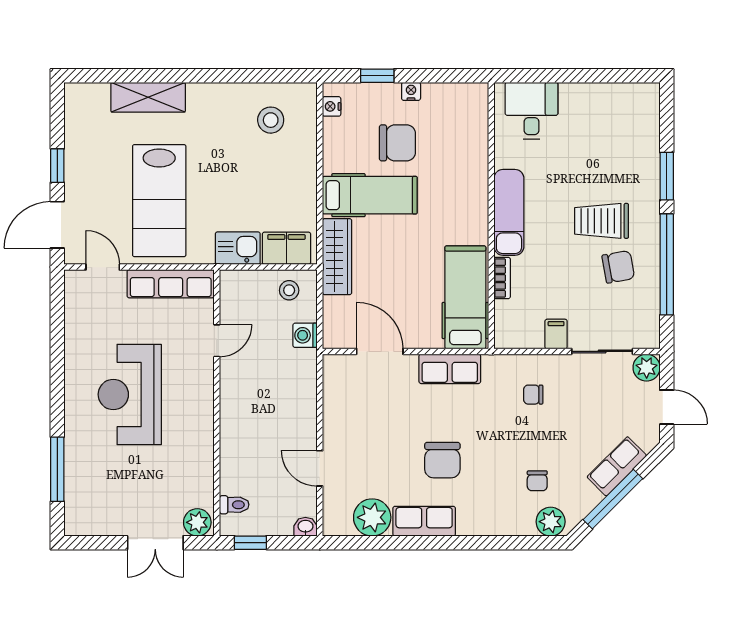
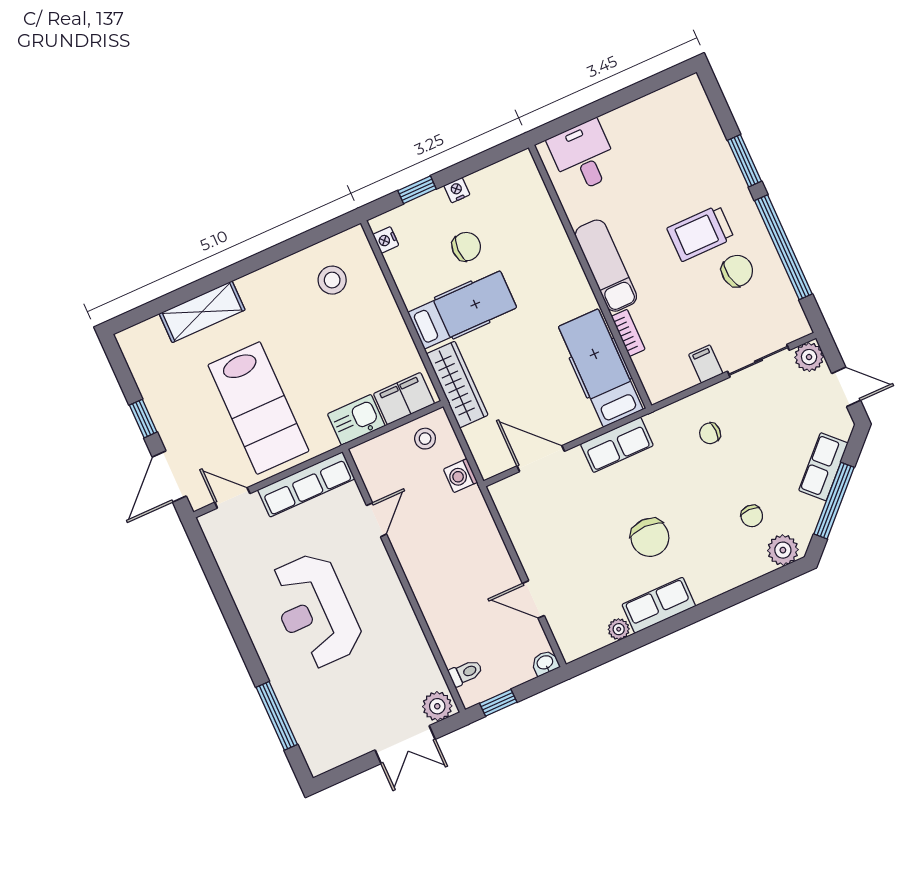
chair: (397, 143) -> (466, 247), width x0.73, depth x0.73
plant: (372, 517) -> (619, 629), width x0.53, depth x0.53

